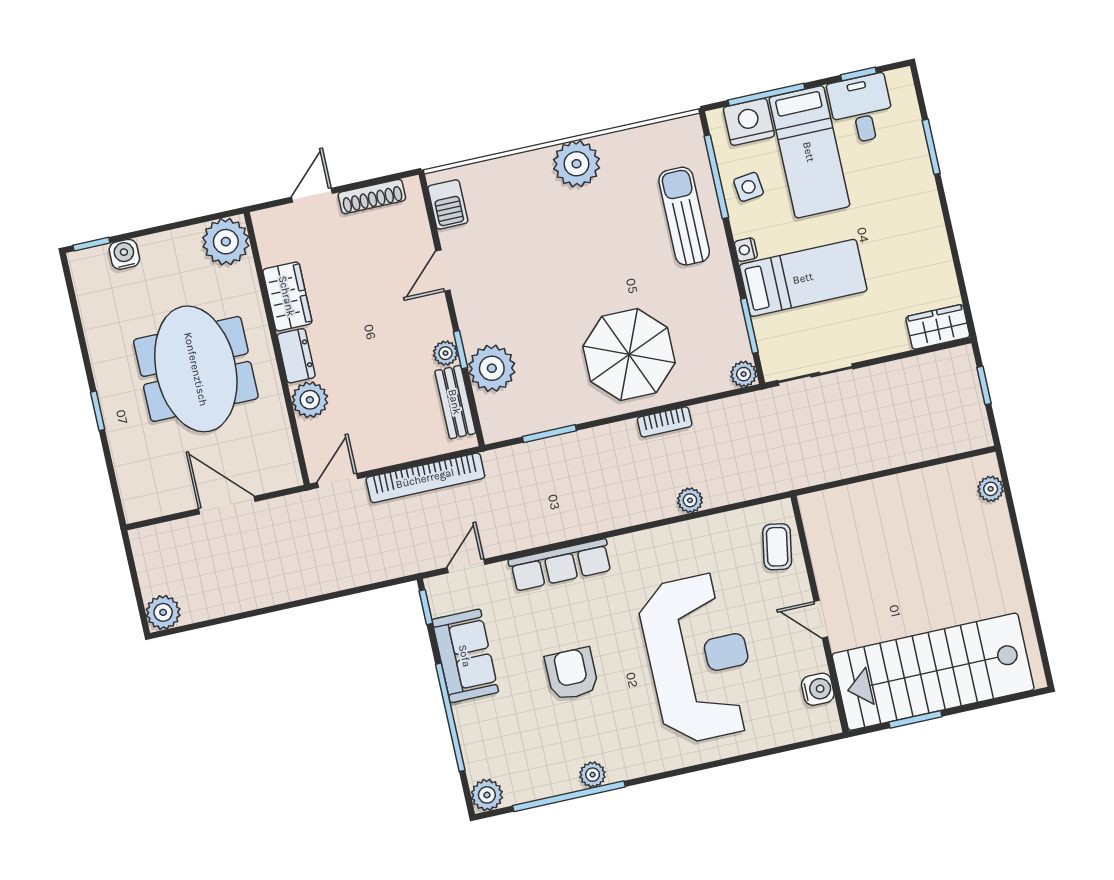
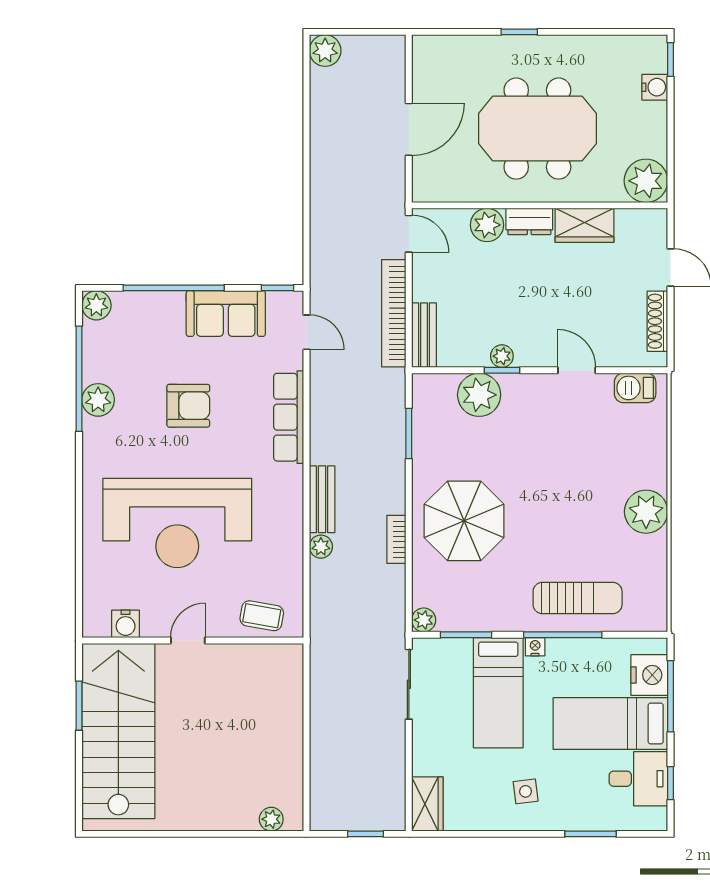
window: (716, 177) -> (563, 635), moved
side table: (749, 187) -> (526, 791), moved
bench: (455, 402) -> (424, 335), moved, turned 90
bench: (640, 510) -> (322, 499), added
plant: (593, 775) -> (98, 400), width x1.38, depth x1.38

